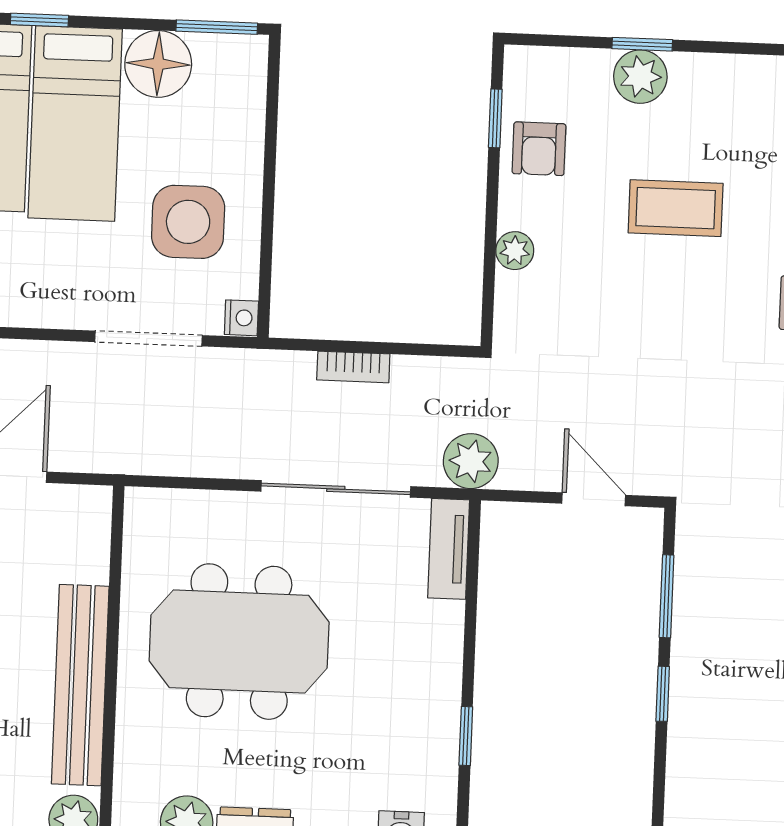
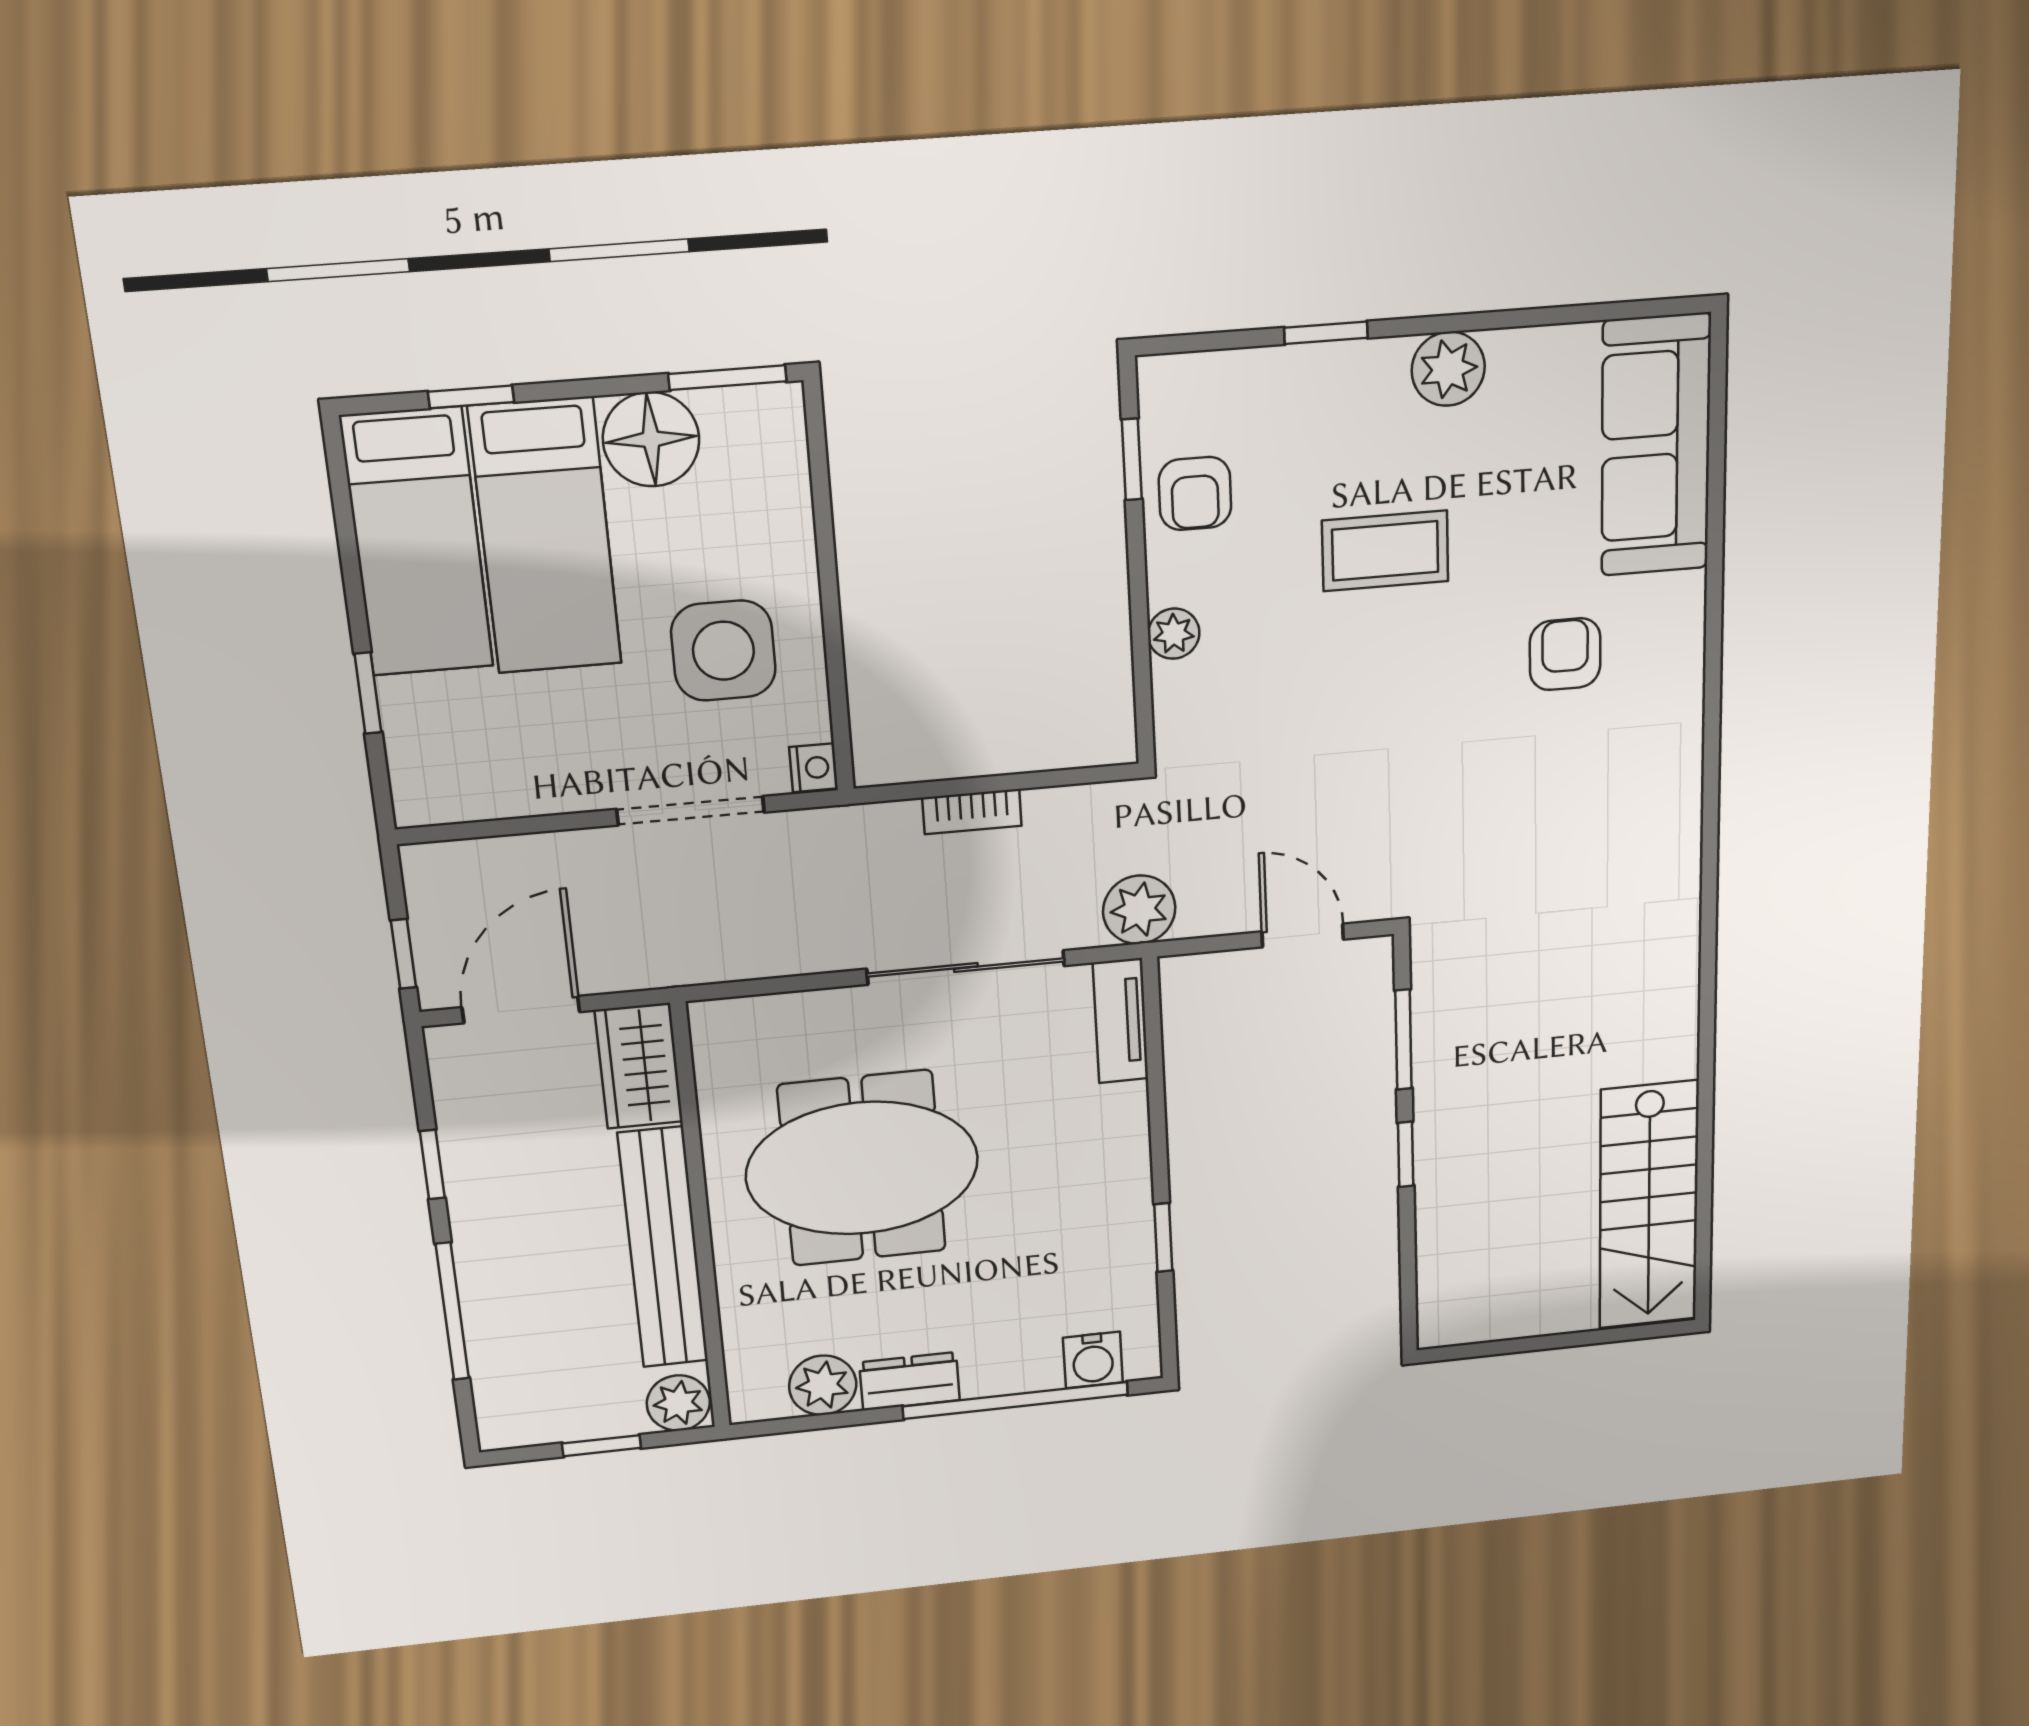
plant: (640, 77) -> (1448, 369), moved
wardrobe: (83, 533) -> (639, 1066), added

